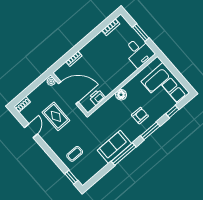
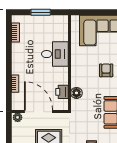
desk: (139, 52) -> (55, 54), moved
door: (68, 93) -> (39, 112), hinge flipped
floor lamp: (121, 95) -> (76, 93), moved

